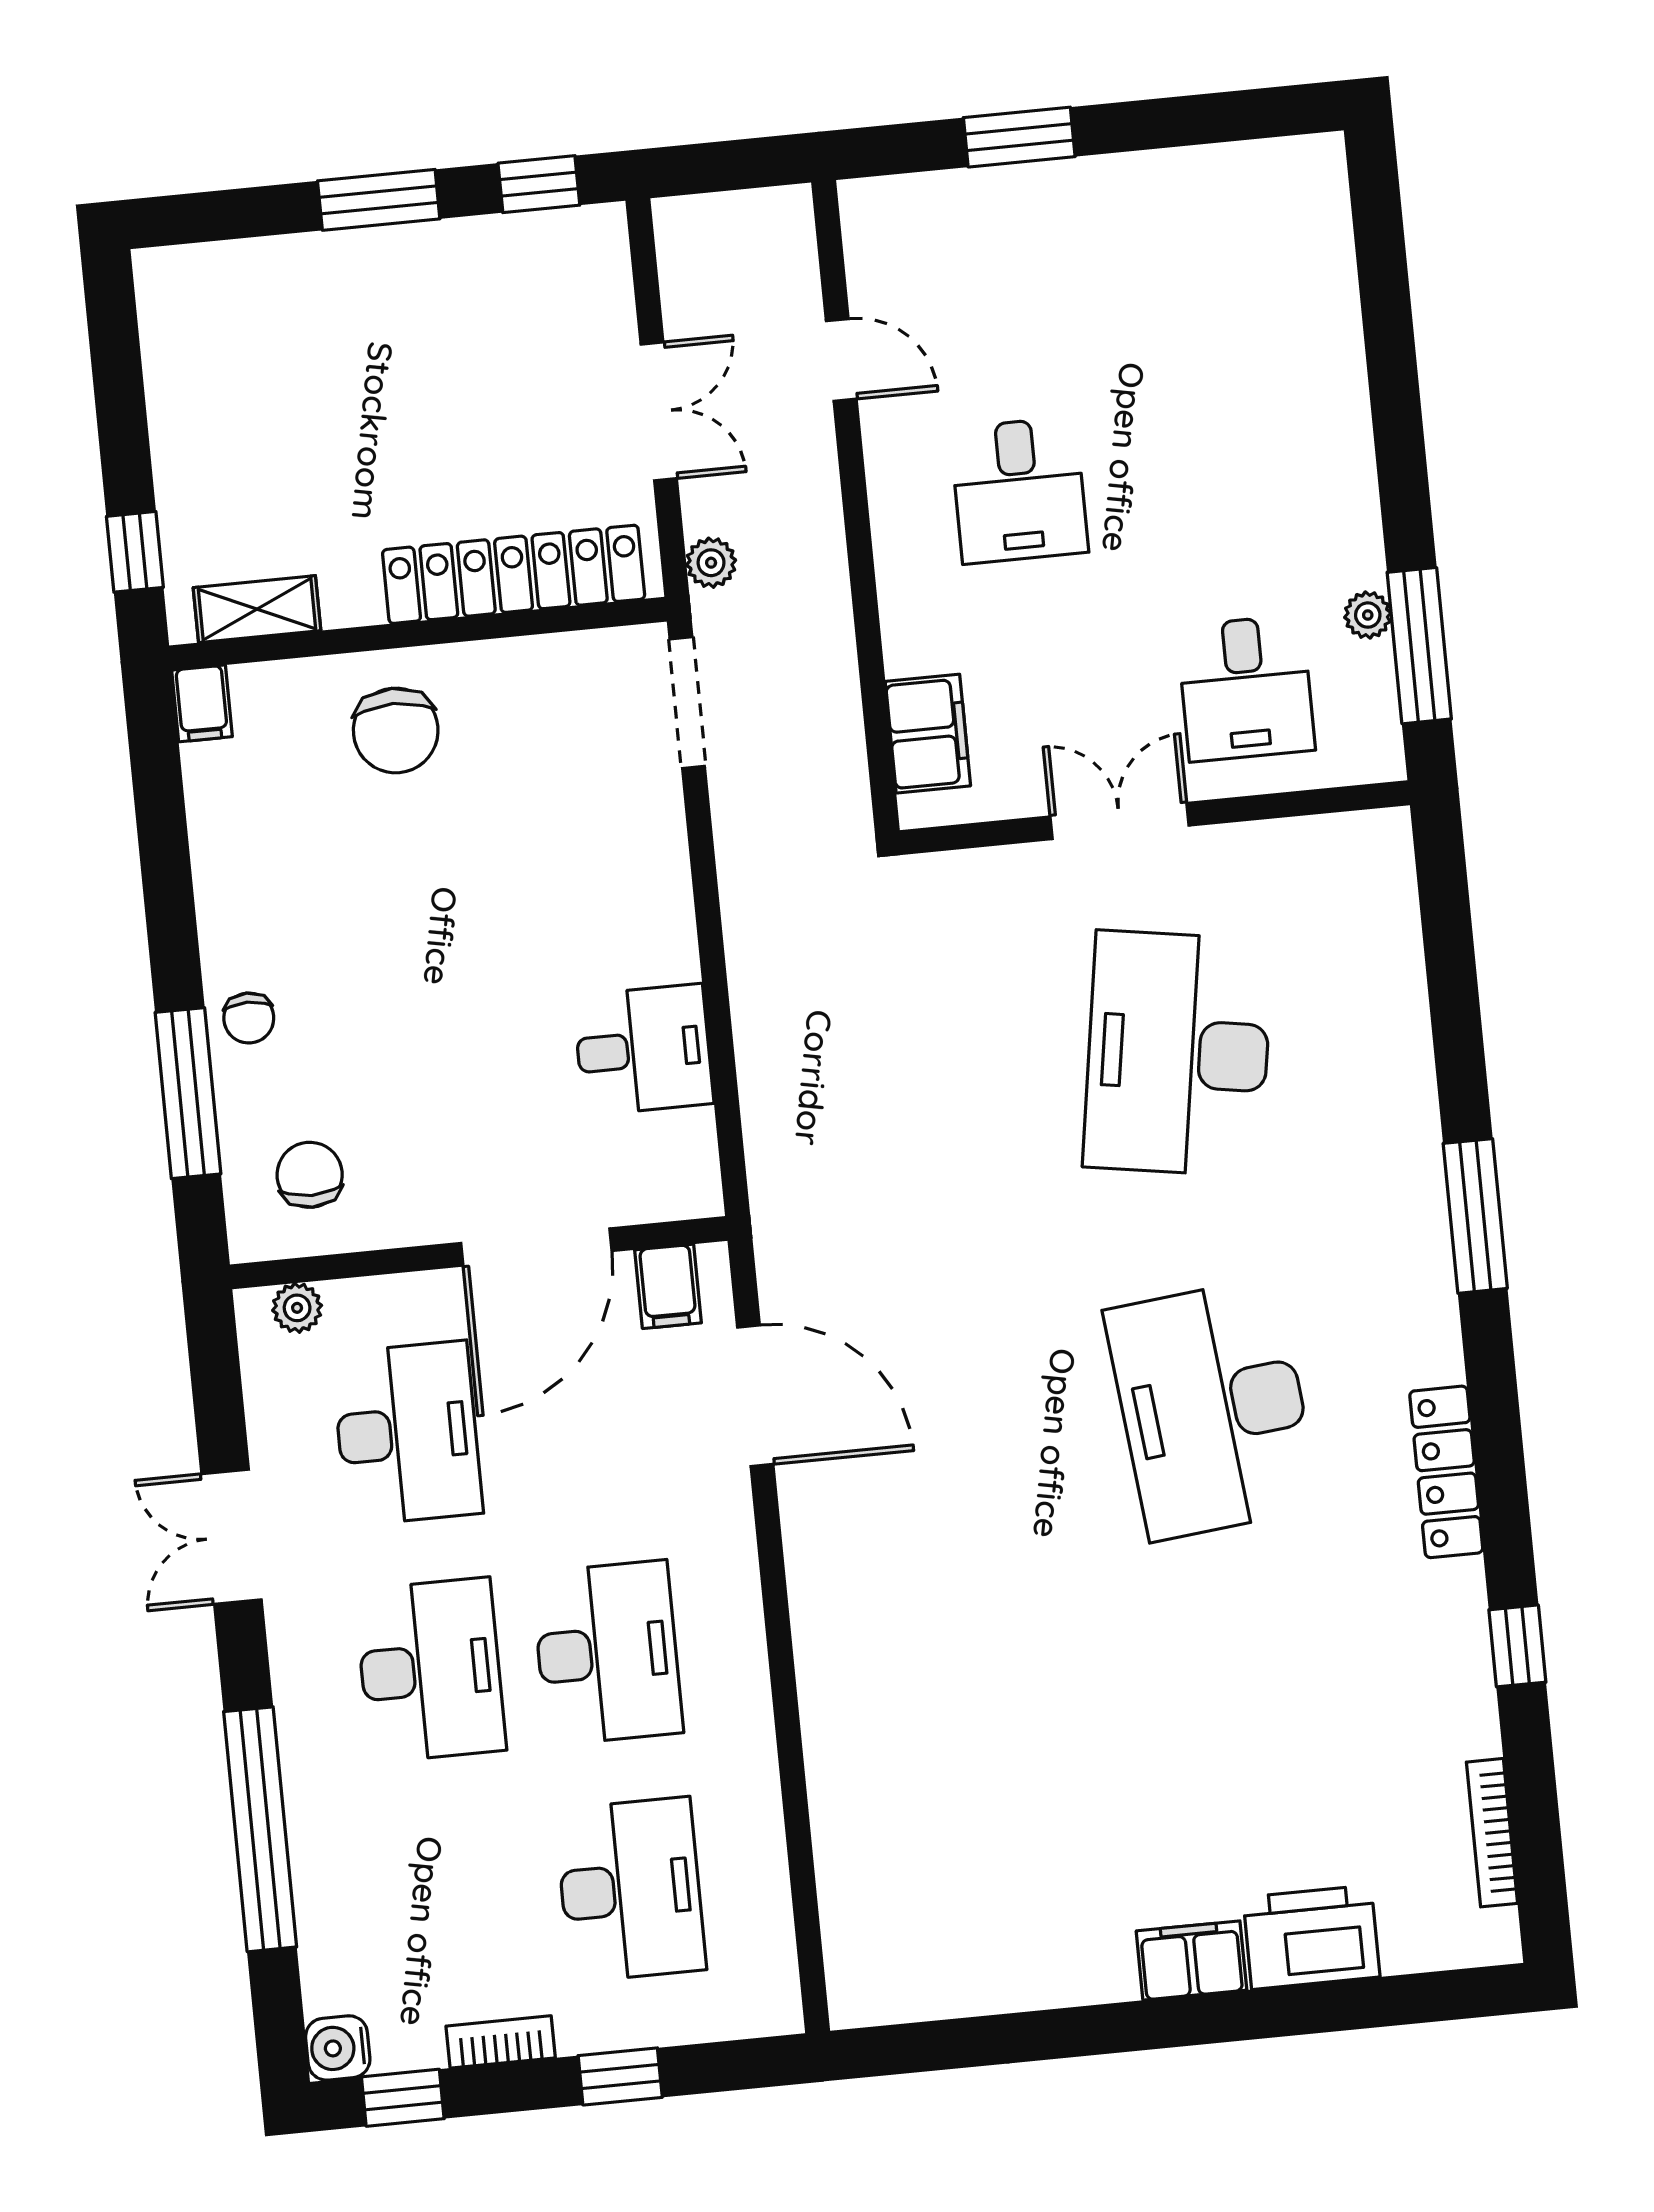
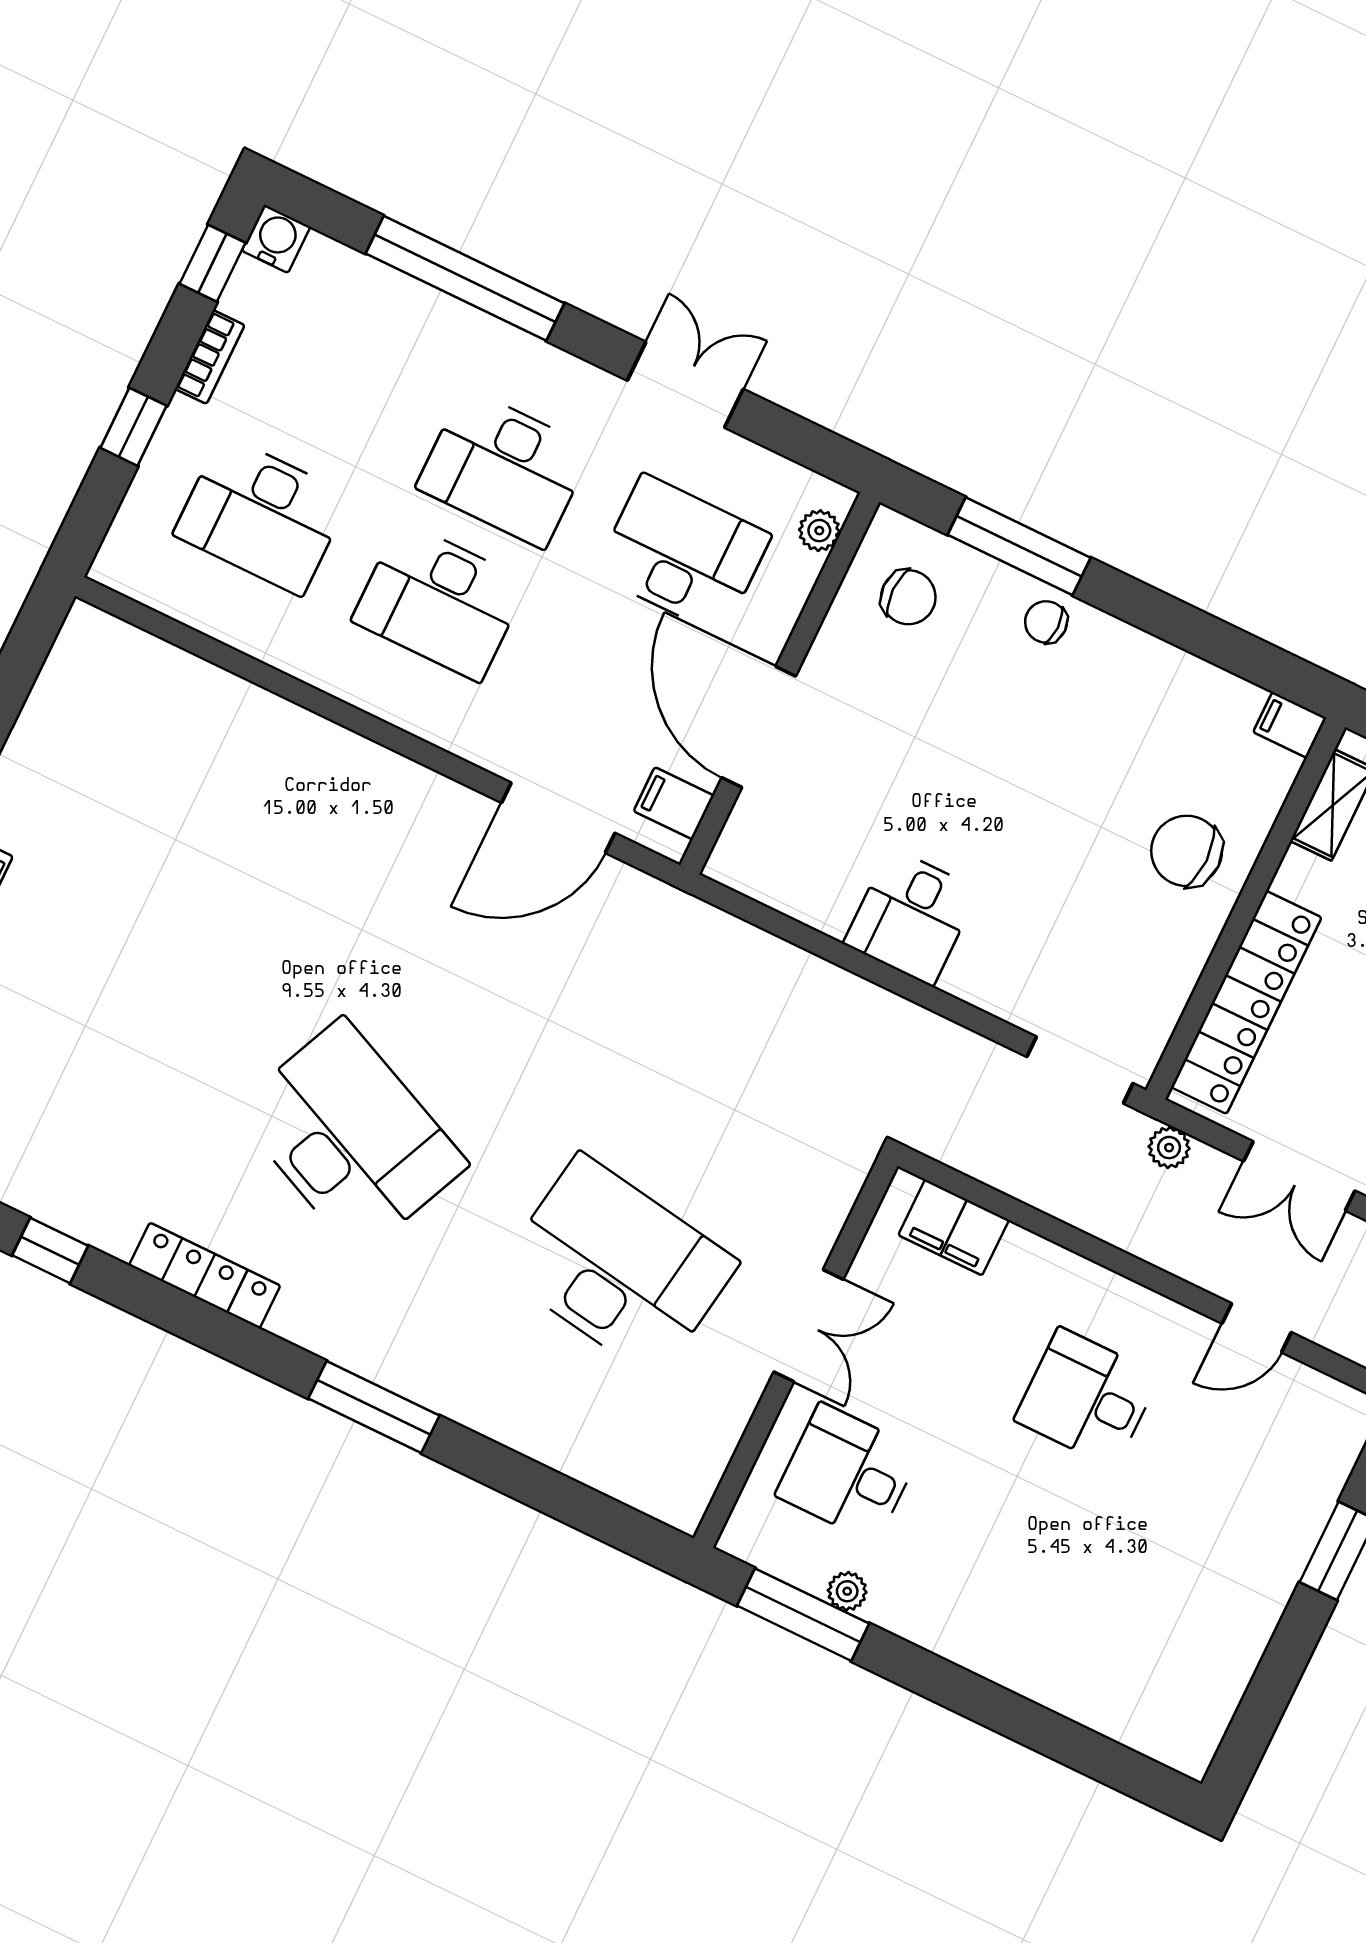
desk: (643, 1050) -> (911, 917), moved
desk: (1213, 1409) -> (351, 1137), turned 30
desk: (407, 1433) -> (683, 554), turned 180

